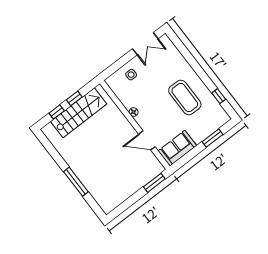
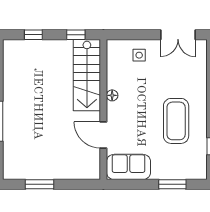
window: (74, 98) -> (76, 35), moved
stairs: (79, 113) -> (87, 75), moved, turned 90
window: (154, 183) -> (40, 184), moved

